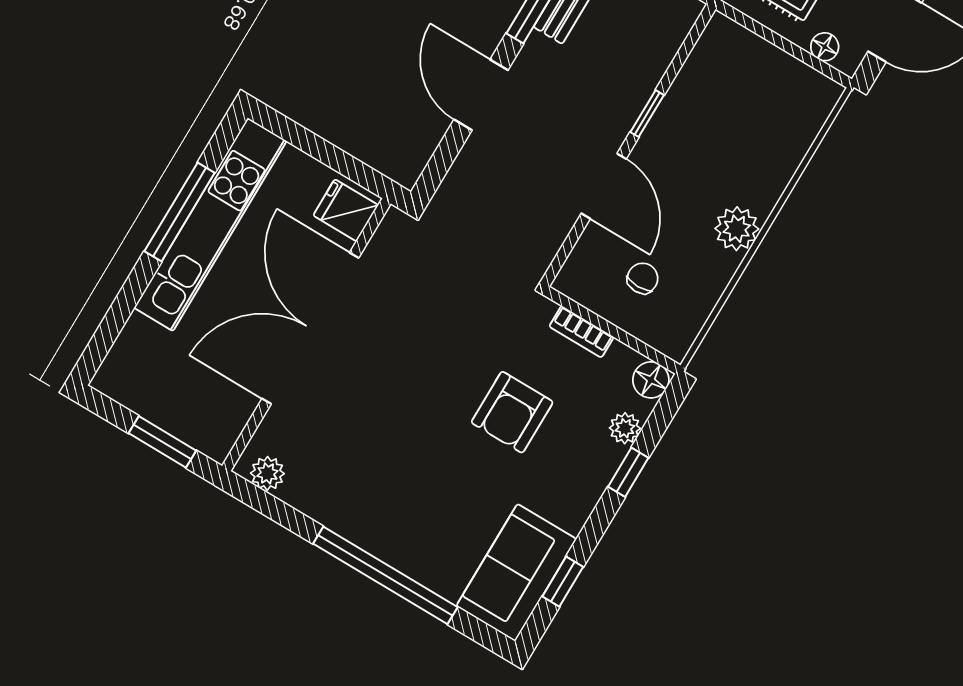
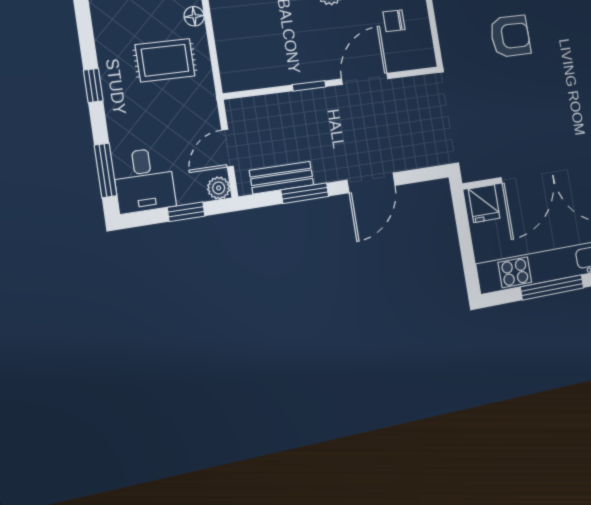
bookcase: (581, 332) -> (445, 32), removed

